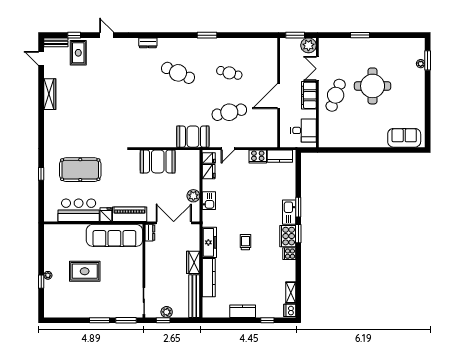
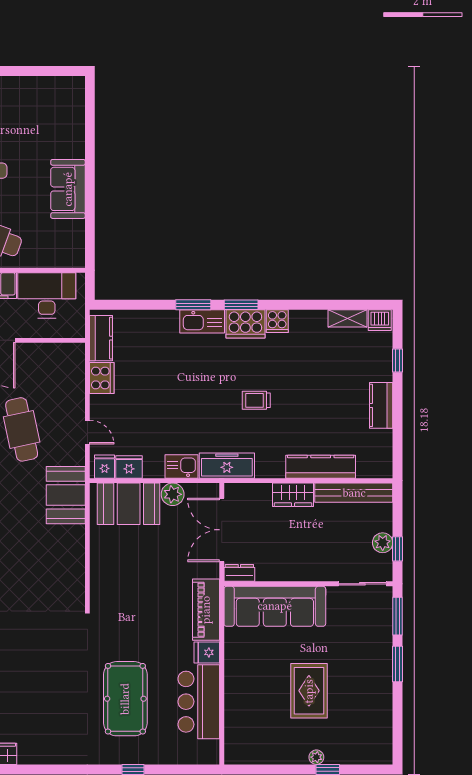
desk: (303, 130) -> (47, 295), width x1.37
sofa: (404, 138) -> (68, 189), moved
booth: (158, 161) -> (129, 504), moved, turned 90
sofa: (114, 235) -> (275, 606), moved, turned 90
freezer: (209, 242) -> (227, 466), moved

